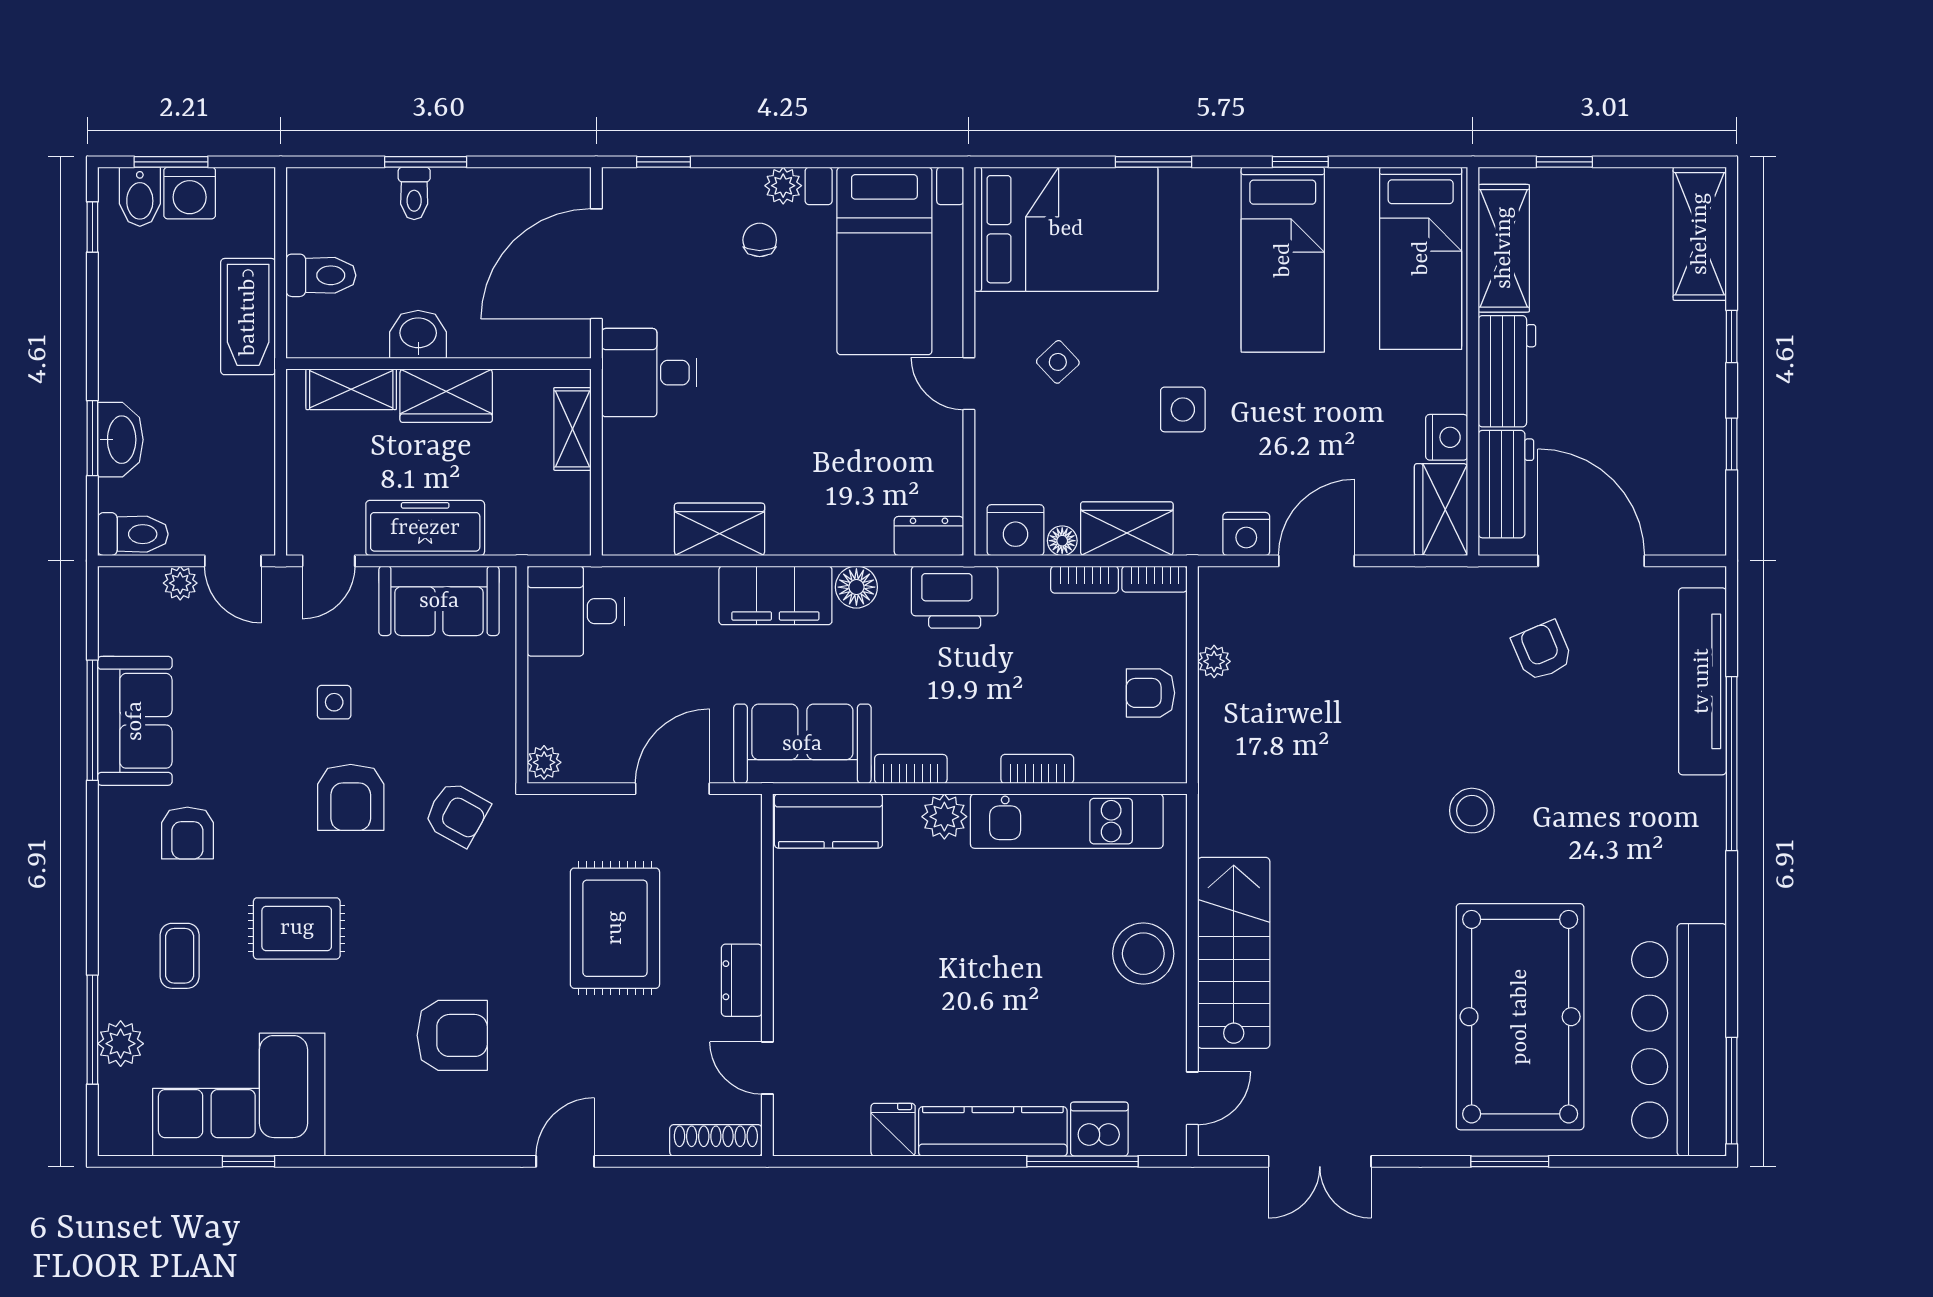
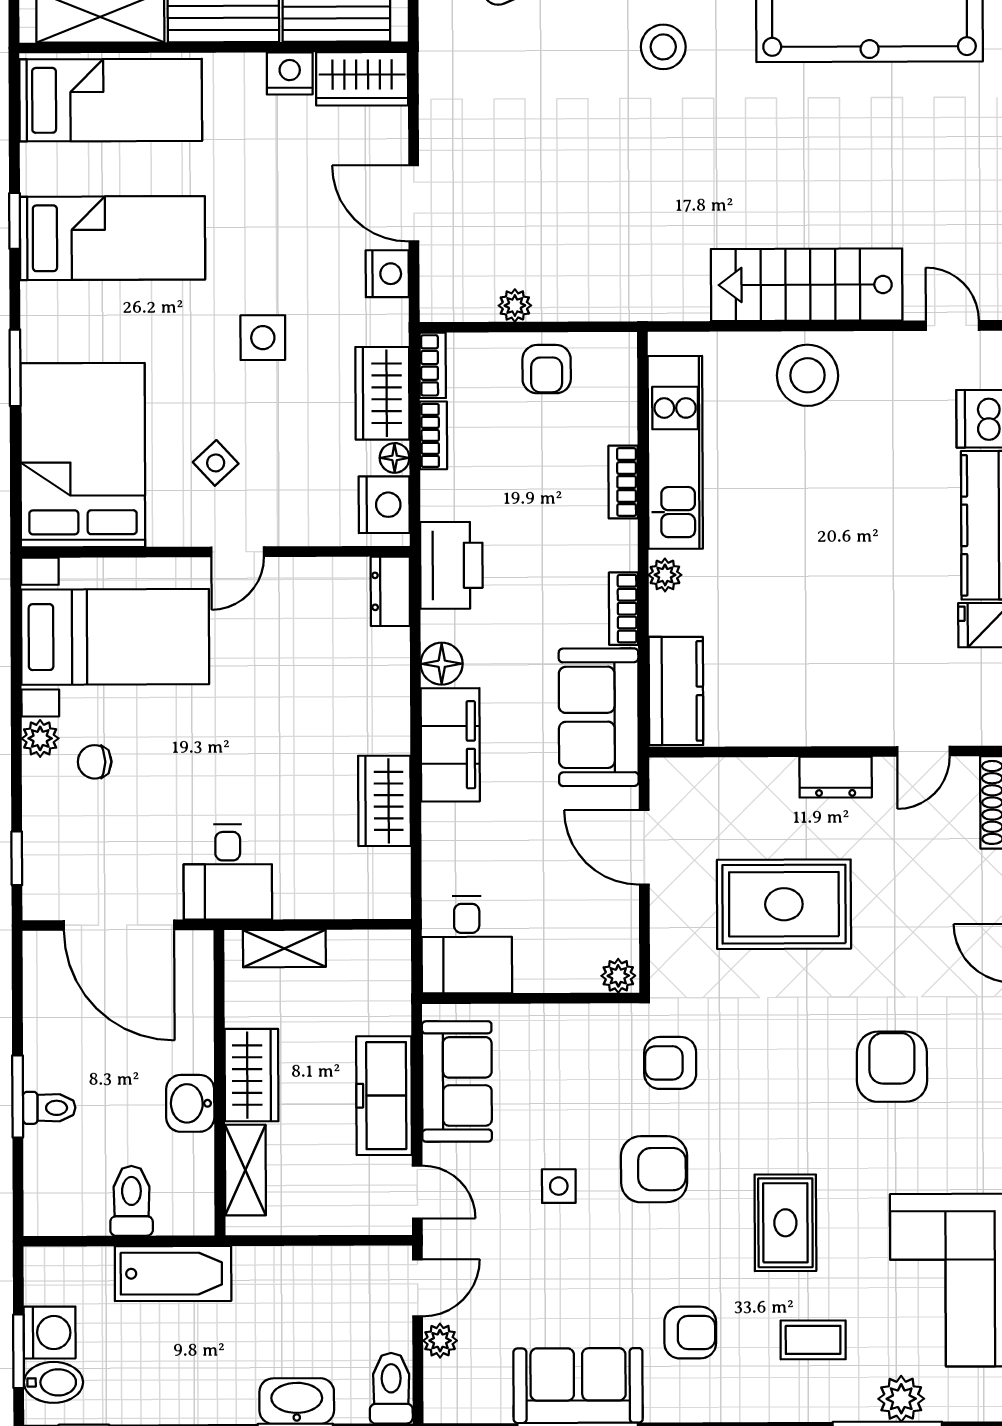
armchair: (457, 814) -> (670, 1063), turned -119
plant: (944, 817) -> (665, 575), width x0.73, depth x0.73

